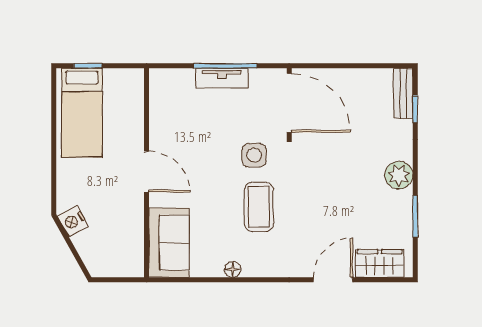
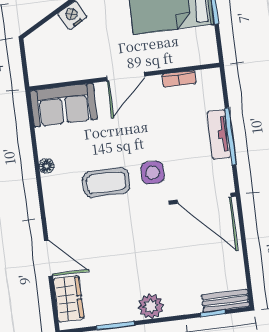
door: (289, 103) -> (204, 198), hinge flipped
bookcase: (156, 114) -> (179, 79), added

